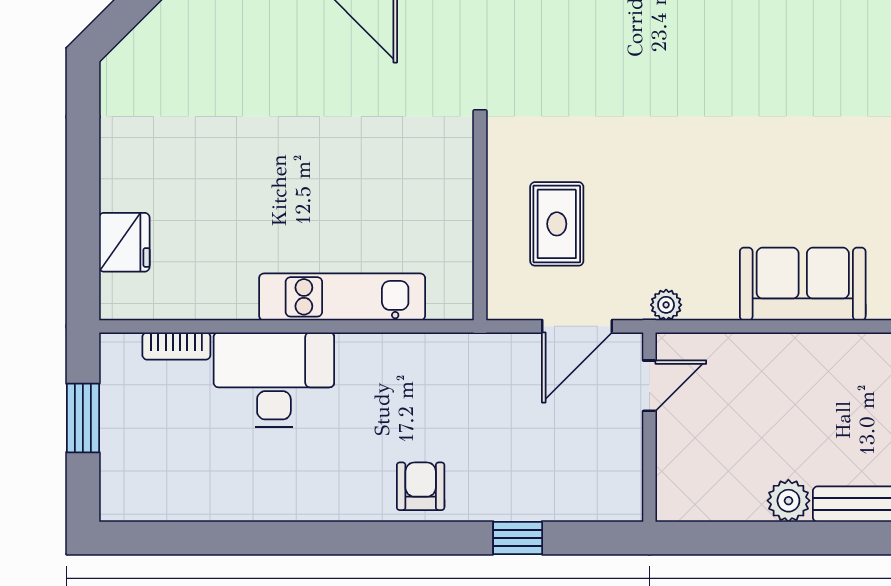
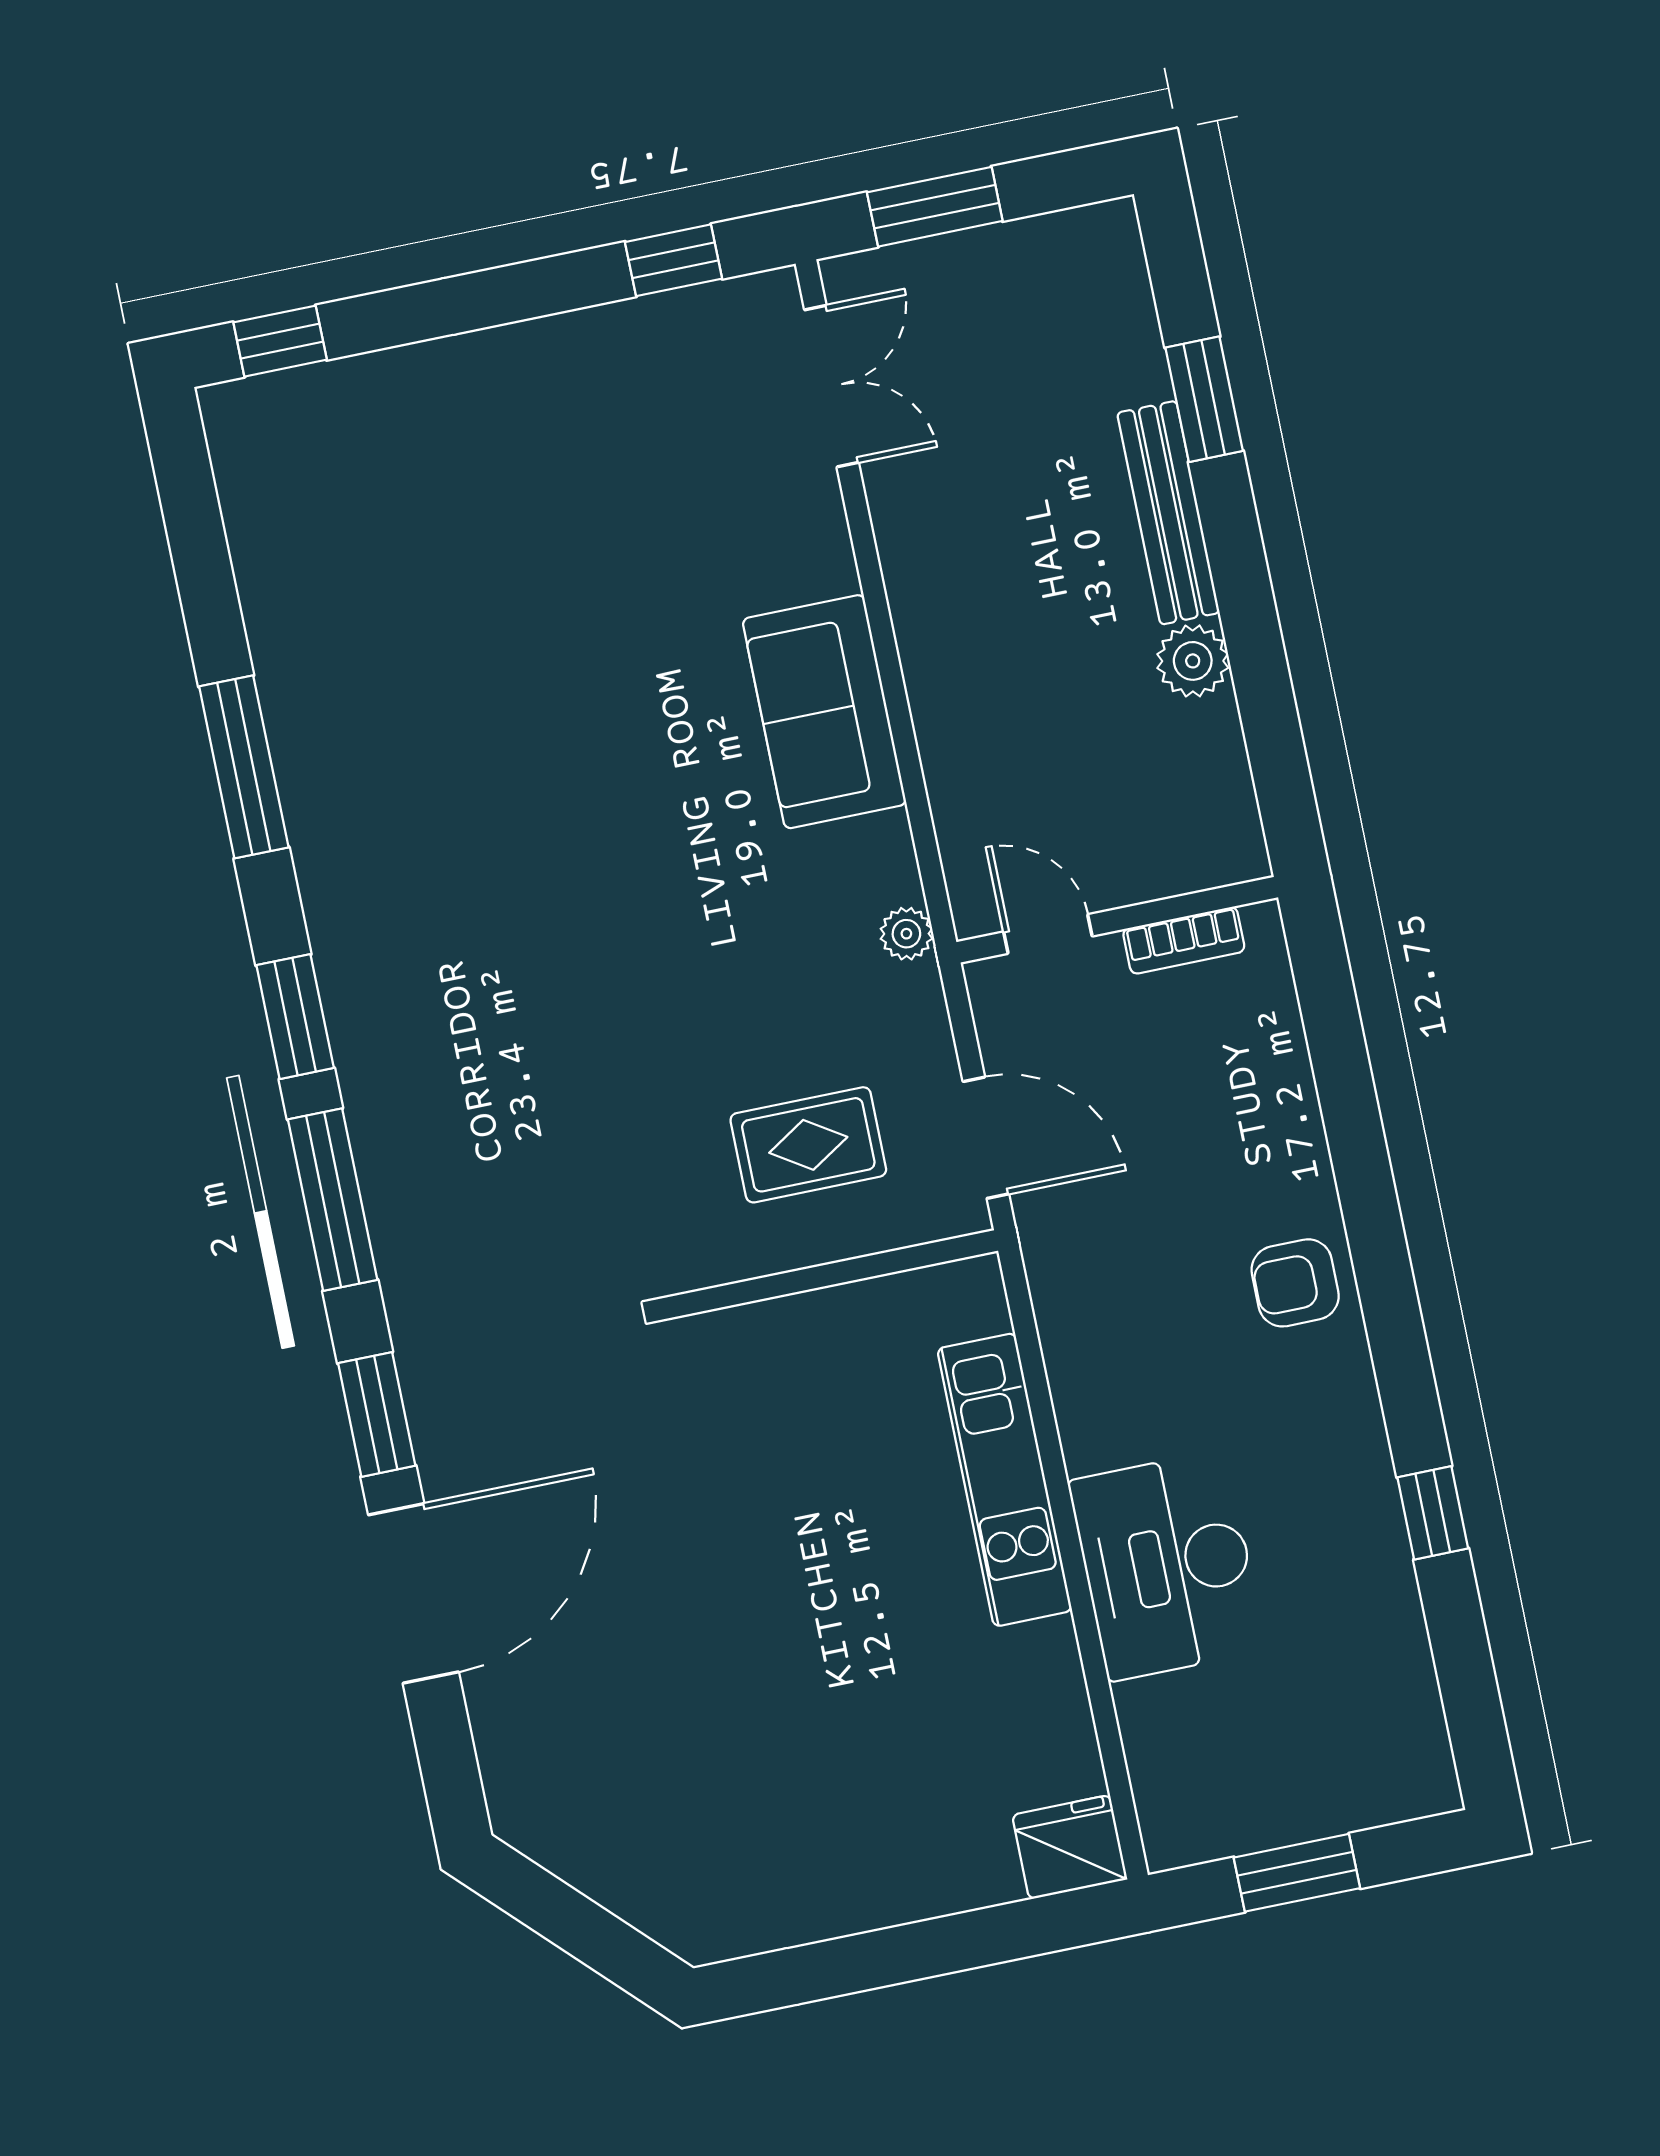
fridge: (124, 242) -> (1070, 1847), moved
door: (577, 326) -> (986, 1138), moved
bookcase: (176, 346) -> (1184, 940), moved, turned 90
window: (518, 538) -> (1433, 1513), moved

